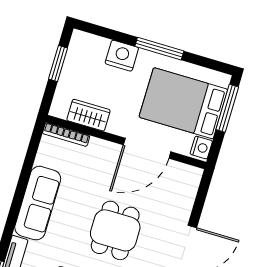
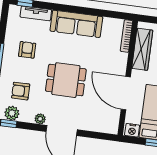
wardrobe: (89, 115) -> (142, 49), width x1.50

